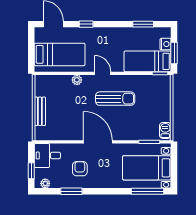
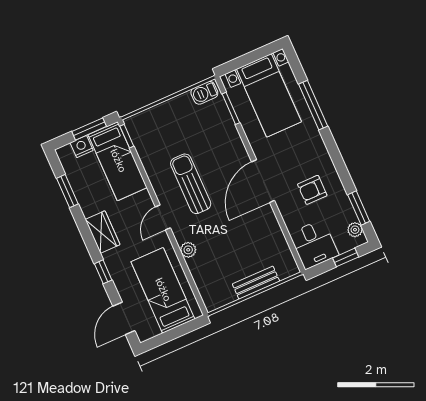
wardrobe: (110, 34) -> (103, 232), added
window: (71, 191) -> (359, 208), moved
window: (148, 191) -> (313, 105), moved

